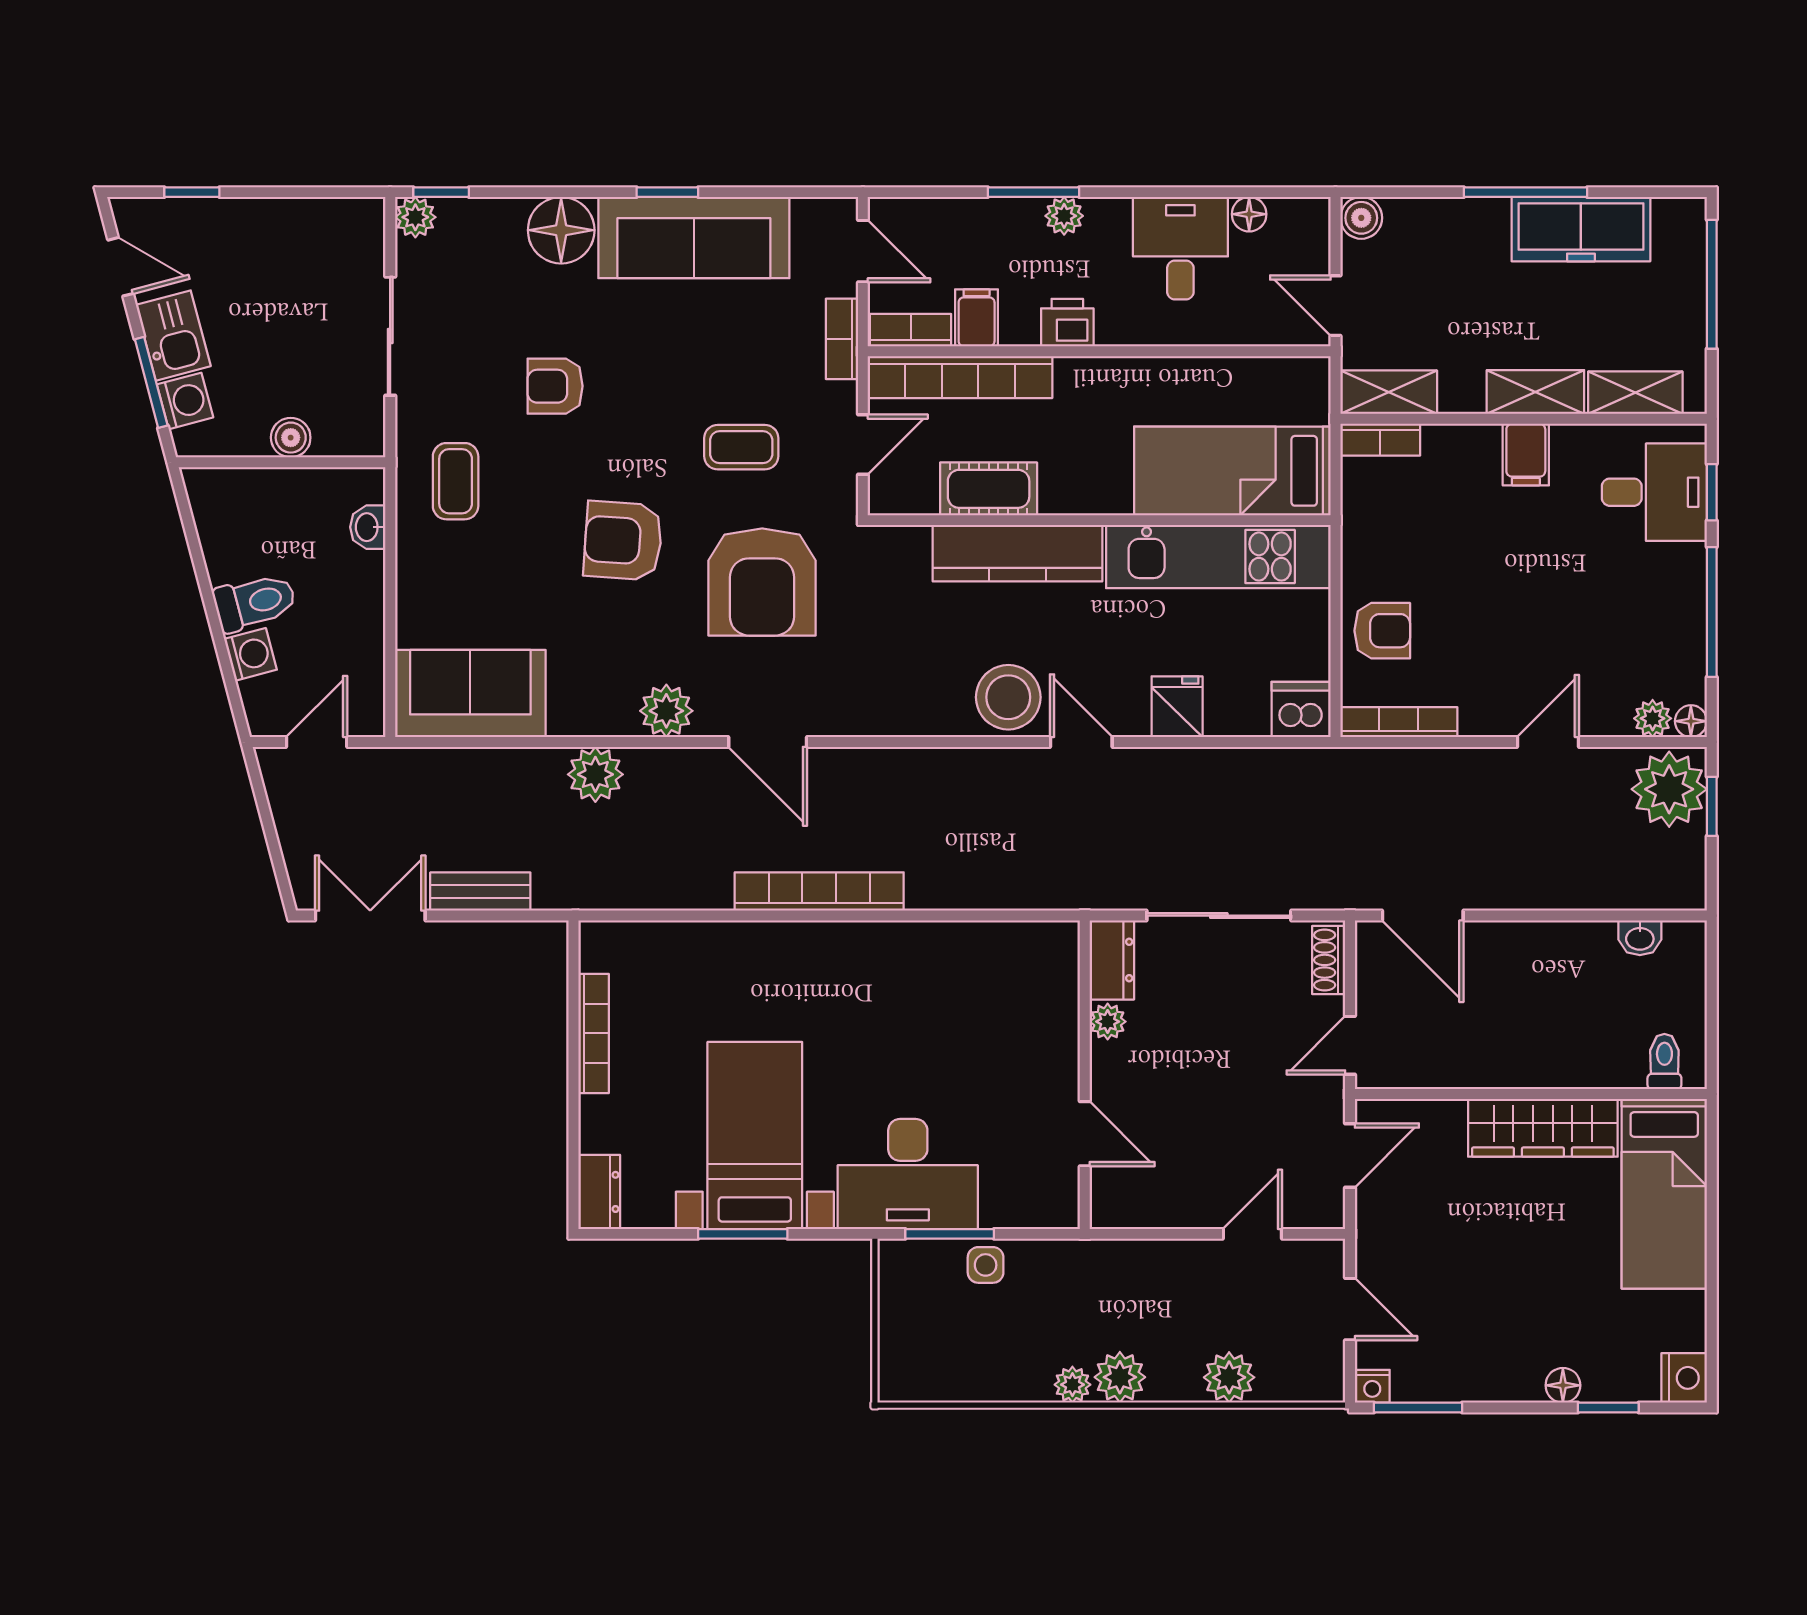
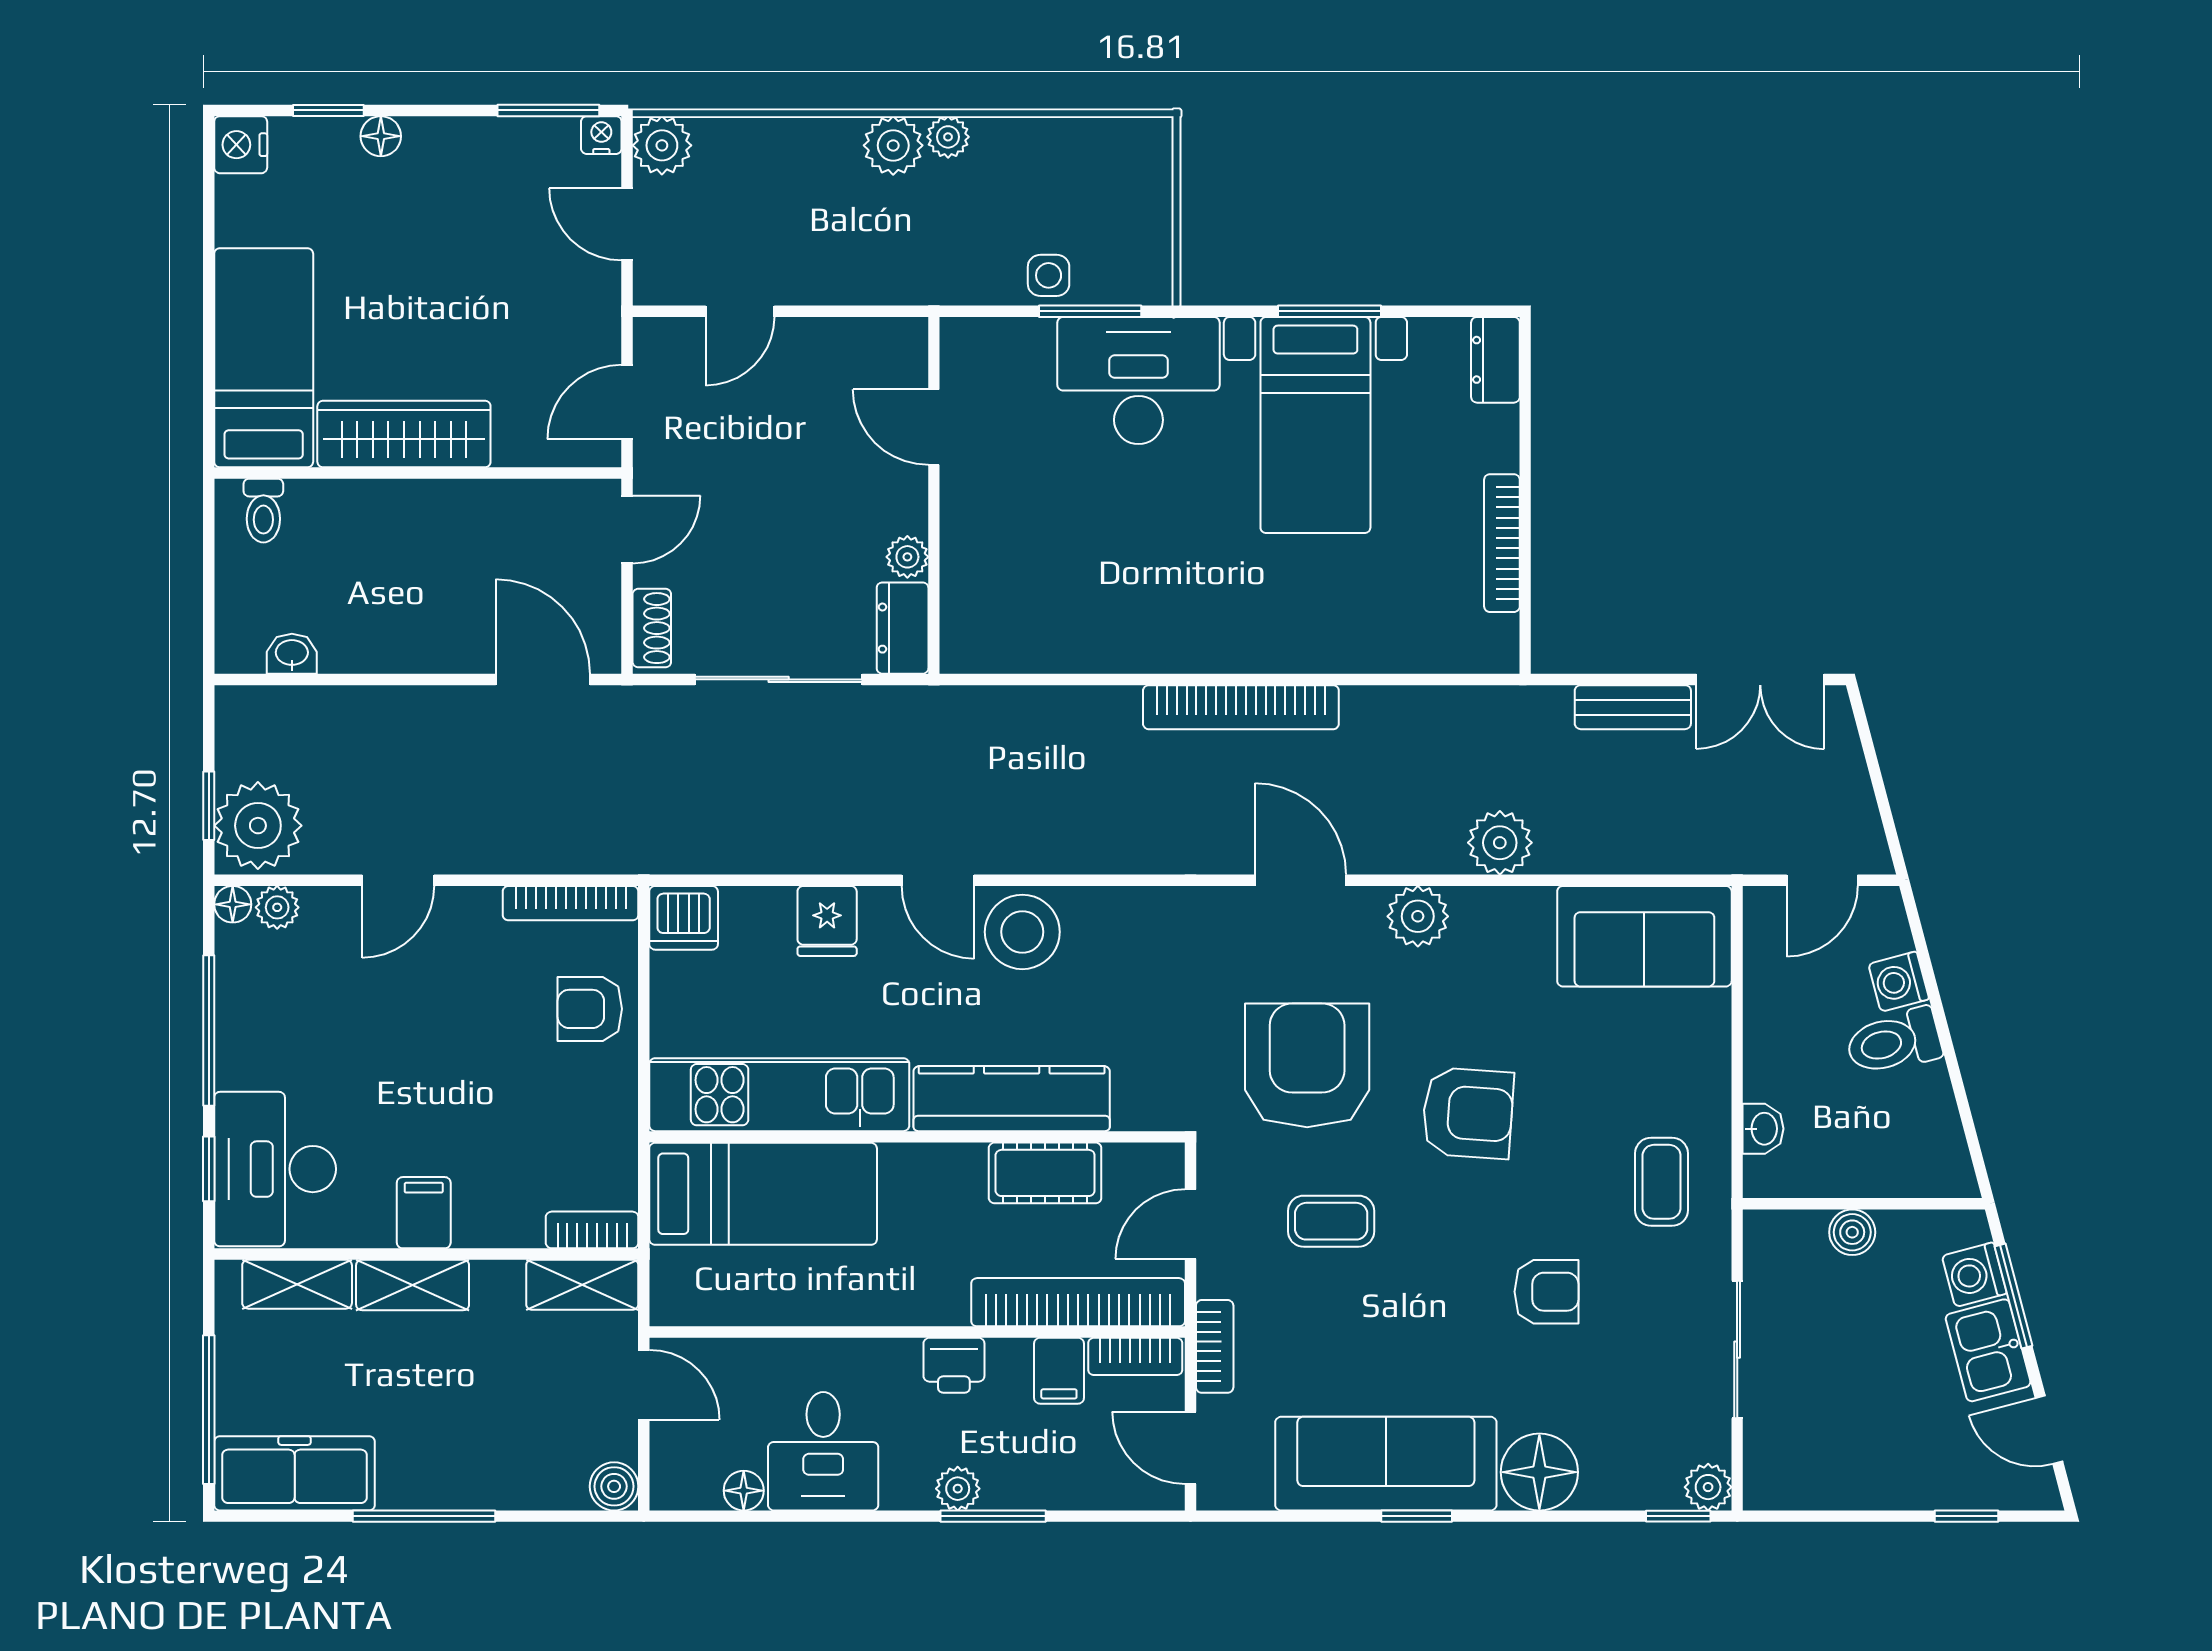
freezer: (1581, 229) -> (295, 1473), moved
desk: (1654, 492) -> (275, 1169), width x1.37
plant: (1229, 1377) -> (662, 145), moved

